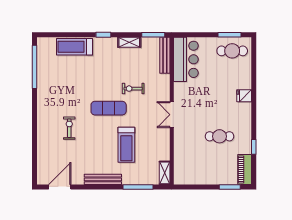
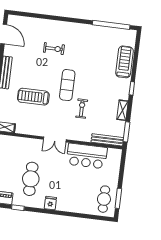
bar counter: (186, 59) -> (87, 156), moved
fridge: (244, 96) -> (50, 203), moved
double door: (172, 115) -> (55, 139), swing flipped
cafe table: (219, 136) -> (31, 179), width x1.37, depth x1.35

